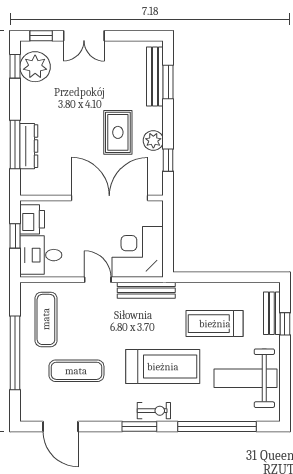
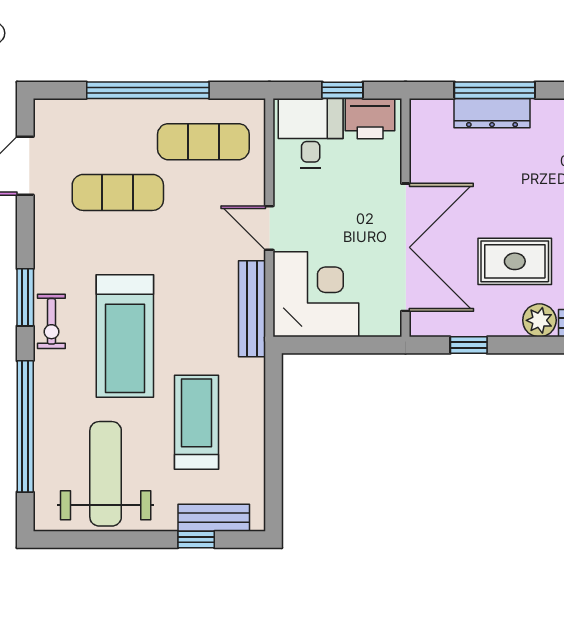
plant: (153, 141) -> (539, 320), moved
door: (98, 280) -> (269, 228), swing flipped
exercise mat: (76, 371) -> (118, 192), turned 90

